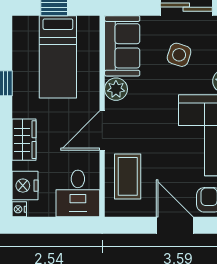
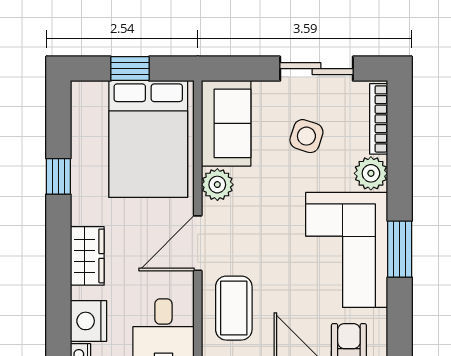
bed: (58, 57) -> (148, 139), width x1.50

